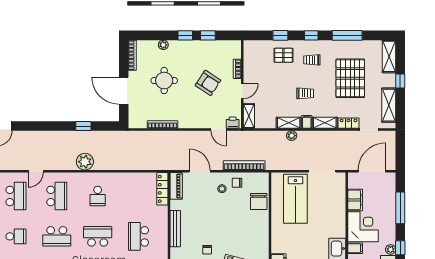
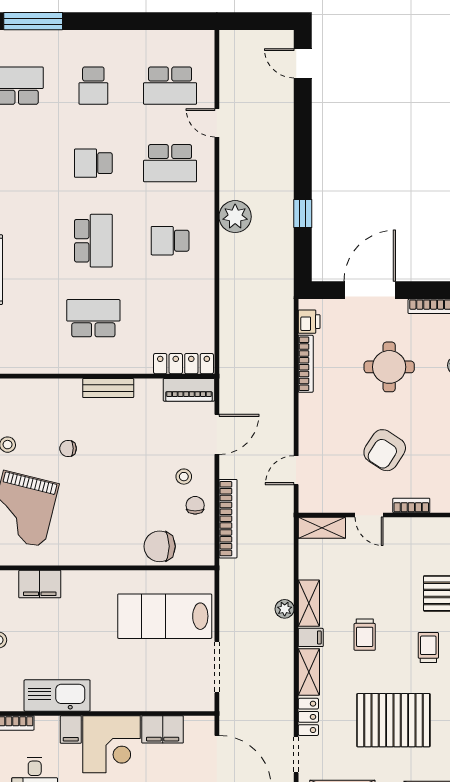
printer: (233, 123) -> (309, 322), moved
bench: (175, 229) -> (108, 388), width x0.73
school desk: (57, 236) -> (93, 163), width x0.54

